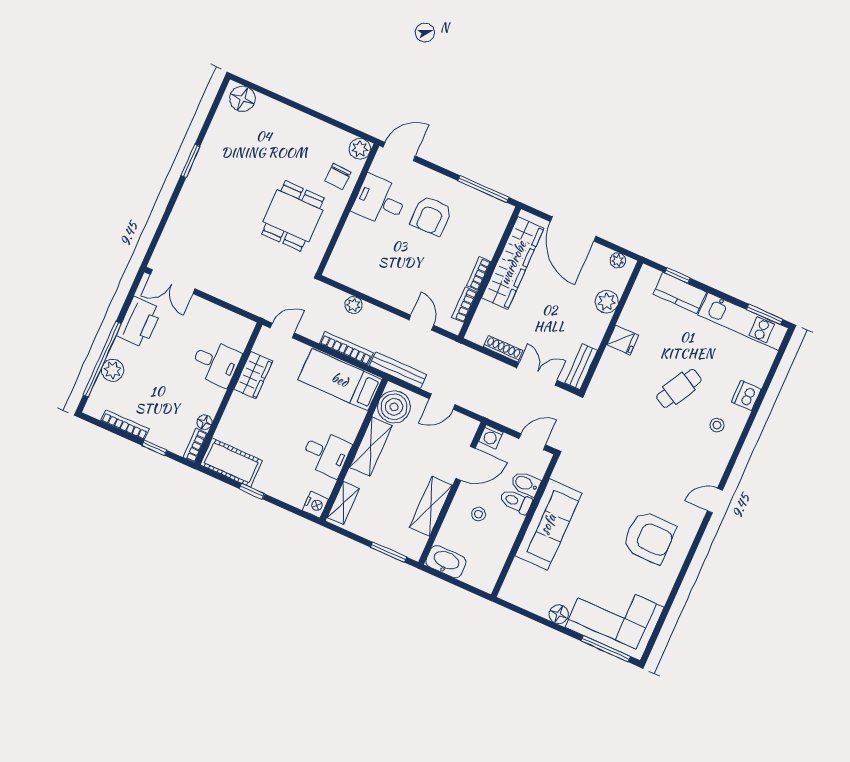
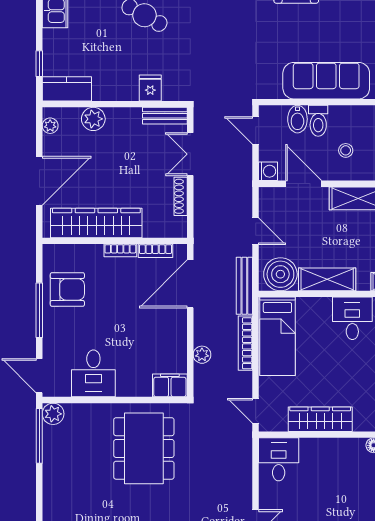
window: (346, 128) -> (39, 436), added
chair: (338, 177) -> (88, 423), removed
window: (483, 189) -> (39, 310), moved
dining table: (293, 216) -> (144, 448), width x1.38
armchair: (431, 216) -> (67, 289), moved
filing cabinet: (339, 264) -> (170, 385), added
kitchen counter: (680, 293) -> (67, 89), moved, turned -90
door: (421, 323) -> (190, 284), width x1.88
fridge: (623, 340) -> (150, 88), moved
desk: (216, 363) -> (279, 459), moved
wardrobe: (253, 375) -> (320, 419), width x1.50

